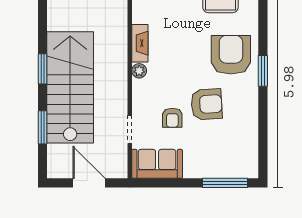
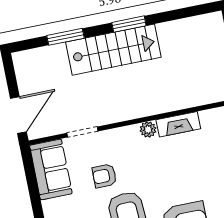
stairs: (70, 87) -> (113, 50), width x0.73, depth x0.66
door: (89, 183) -> (18, 115), moved

